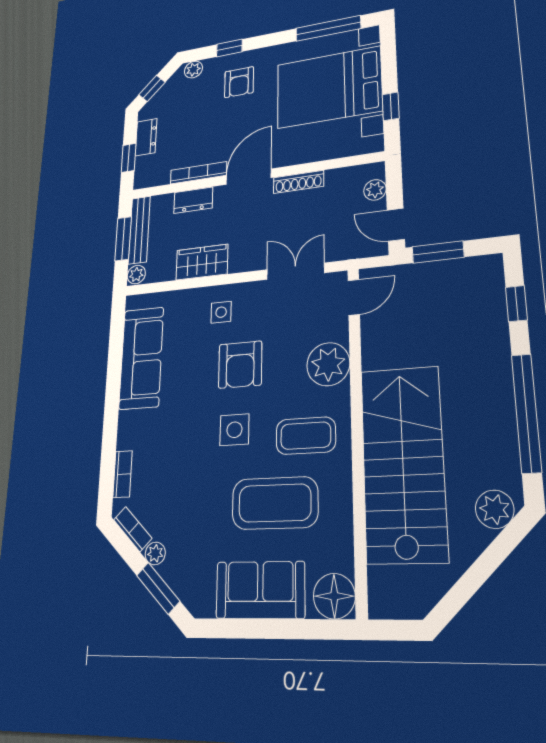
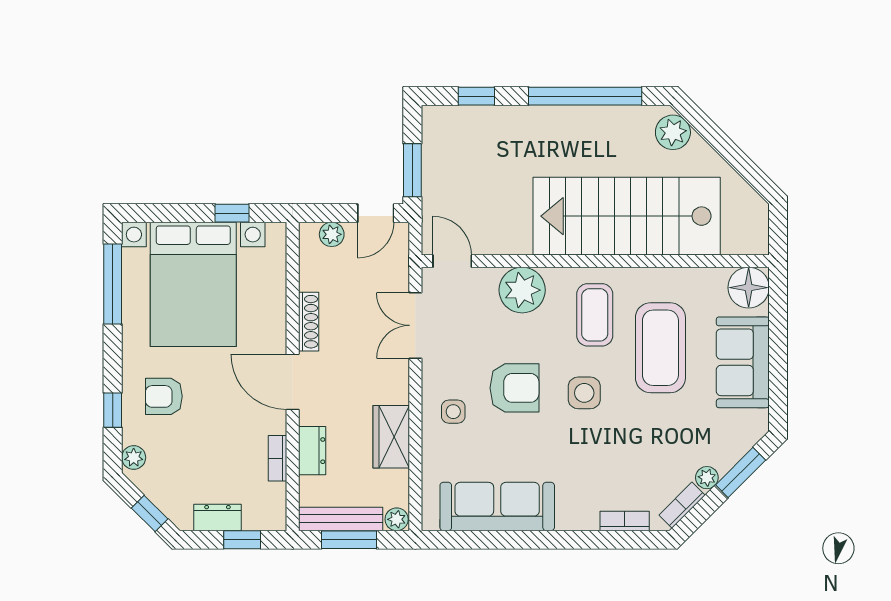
armchair: (239, 82) -> (164, 396), turned 180
bookcase: (198, 173) -> (277, 458), width x0.64

